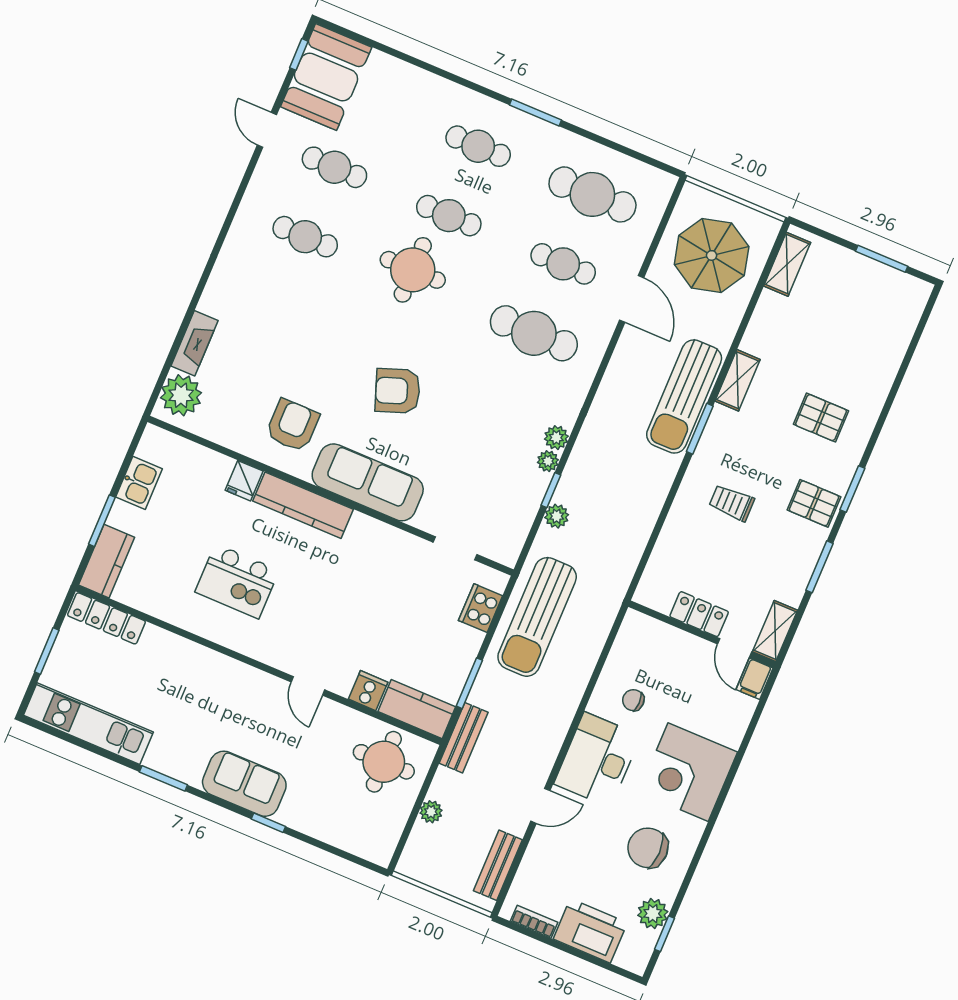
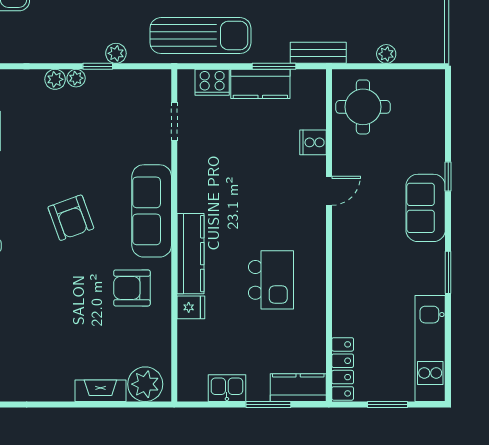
kitchen counter: (417, 709) -> (260, 84), moved, turned -90

